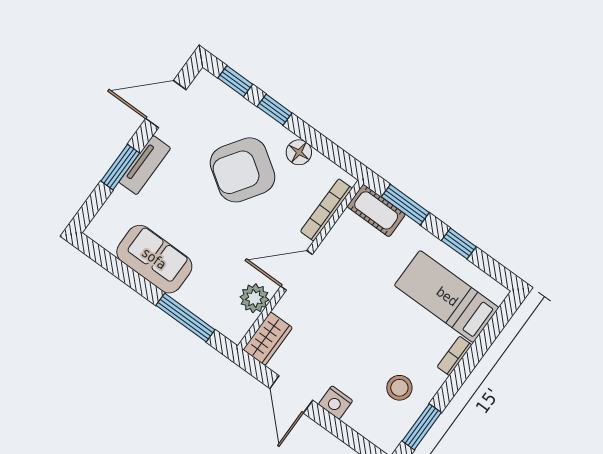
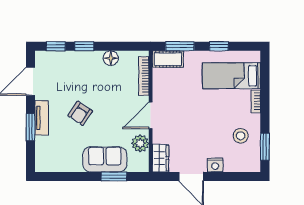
armchair: (243, 170) -> (80, 113), moved, width x0.53, depth x0.53
sofa: (154, 259) -> (105, 159), moved
window: (185, 318) -> (114, 177), width x0.69

